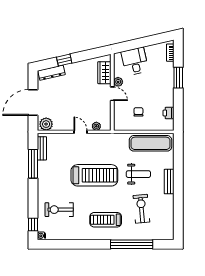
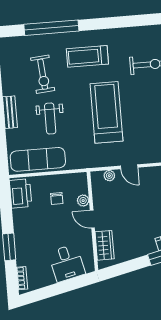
plant: (118, 82) -> (83, 201), moved
printer: (169, 113) -> (21, 193), width x1.87, depth x1.48
weight bench: (138, 174) -> (50, 119), turned -90
treadmill: (94, 175) -> (107, 112), turned 90
treadmill: (106, 220) -> (87, 56), turned 180

